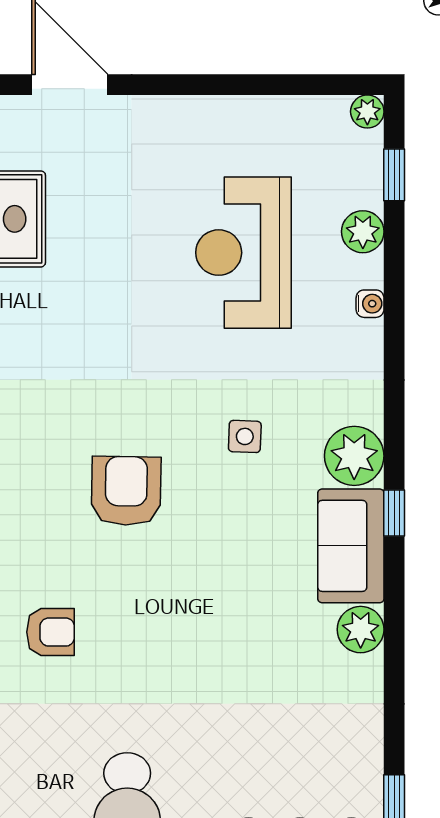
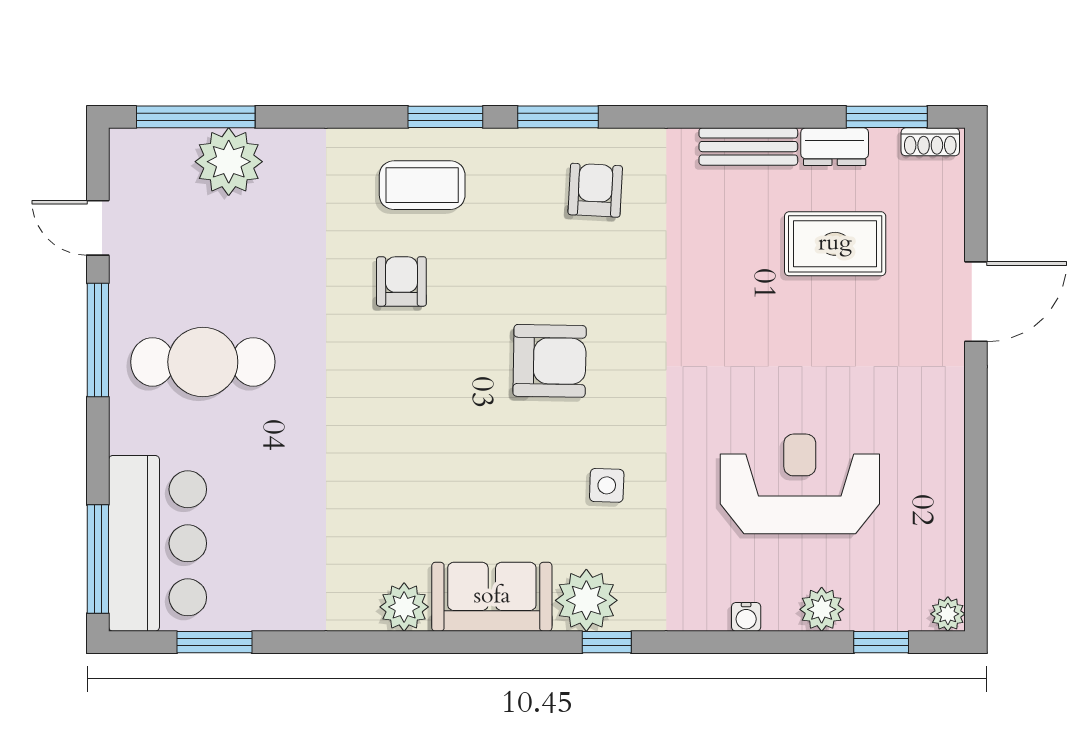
window: (394, 513) -> (607, 642), moved
armchair: (51, 632) -> (401, 281), turned 180

